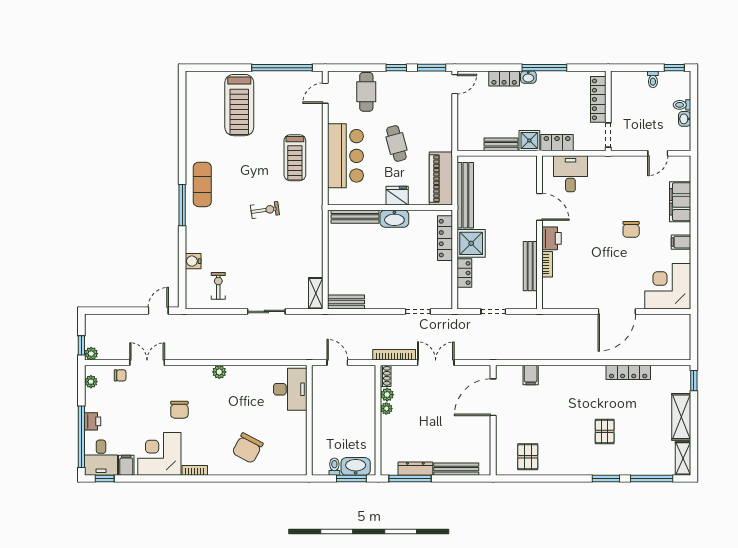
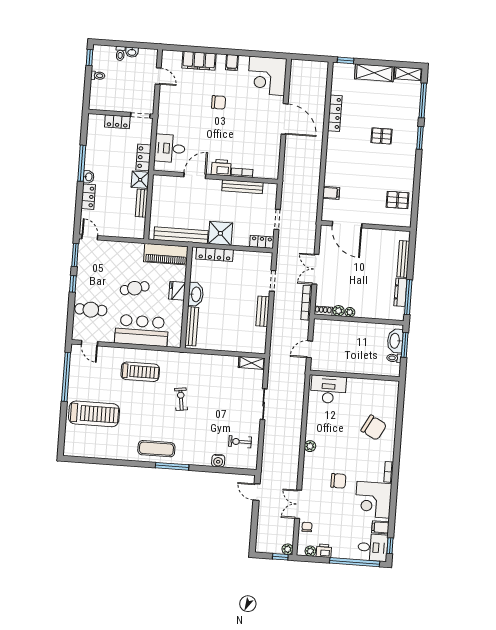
locker: (598, 99) -> (117, 122), width x0.66
locker: (464, 273) -> (262, 242), moved
bench: (346, 302) -> (263, 311), moved
printer: (93, 421) -> (324, 551), moved

